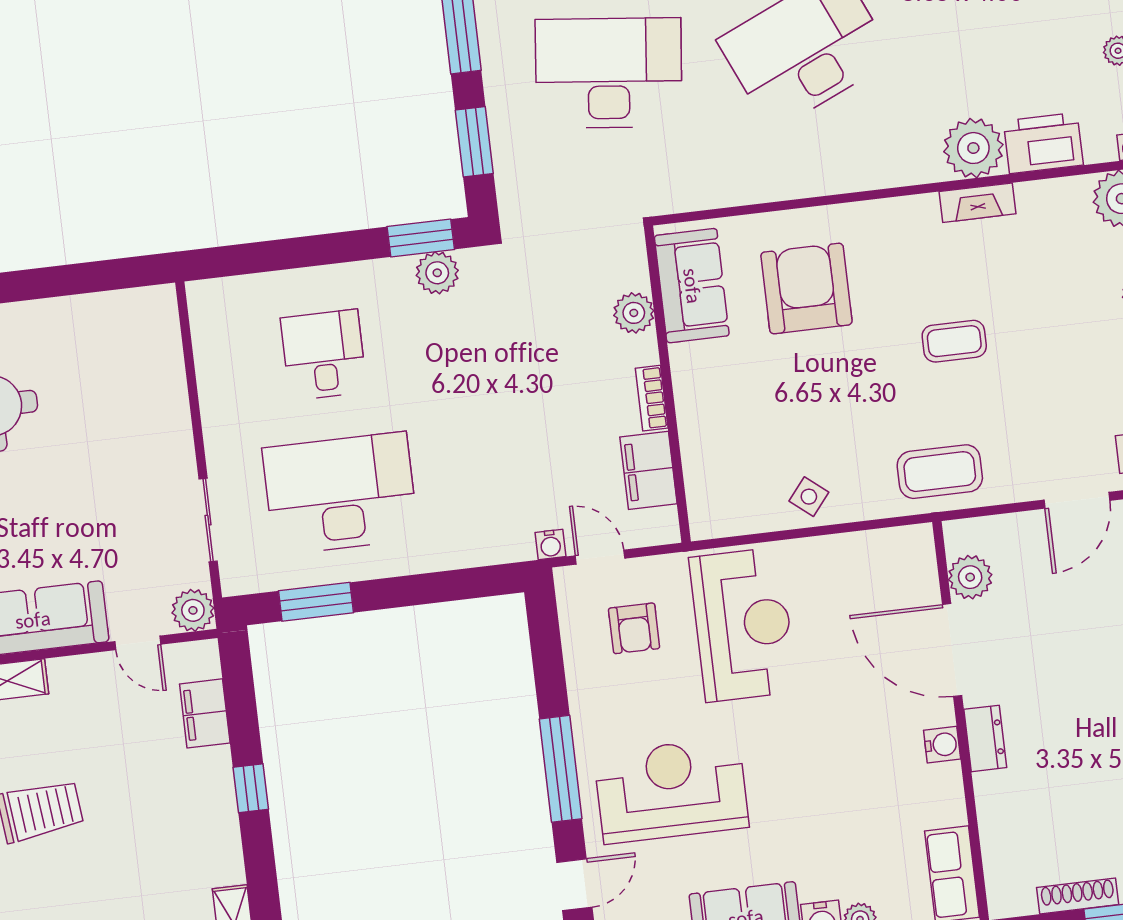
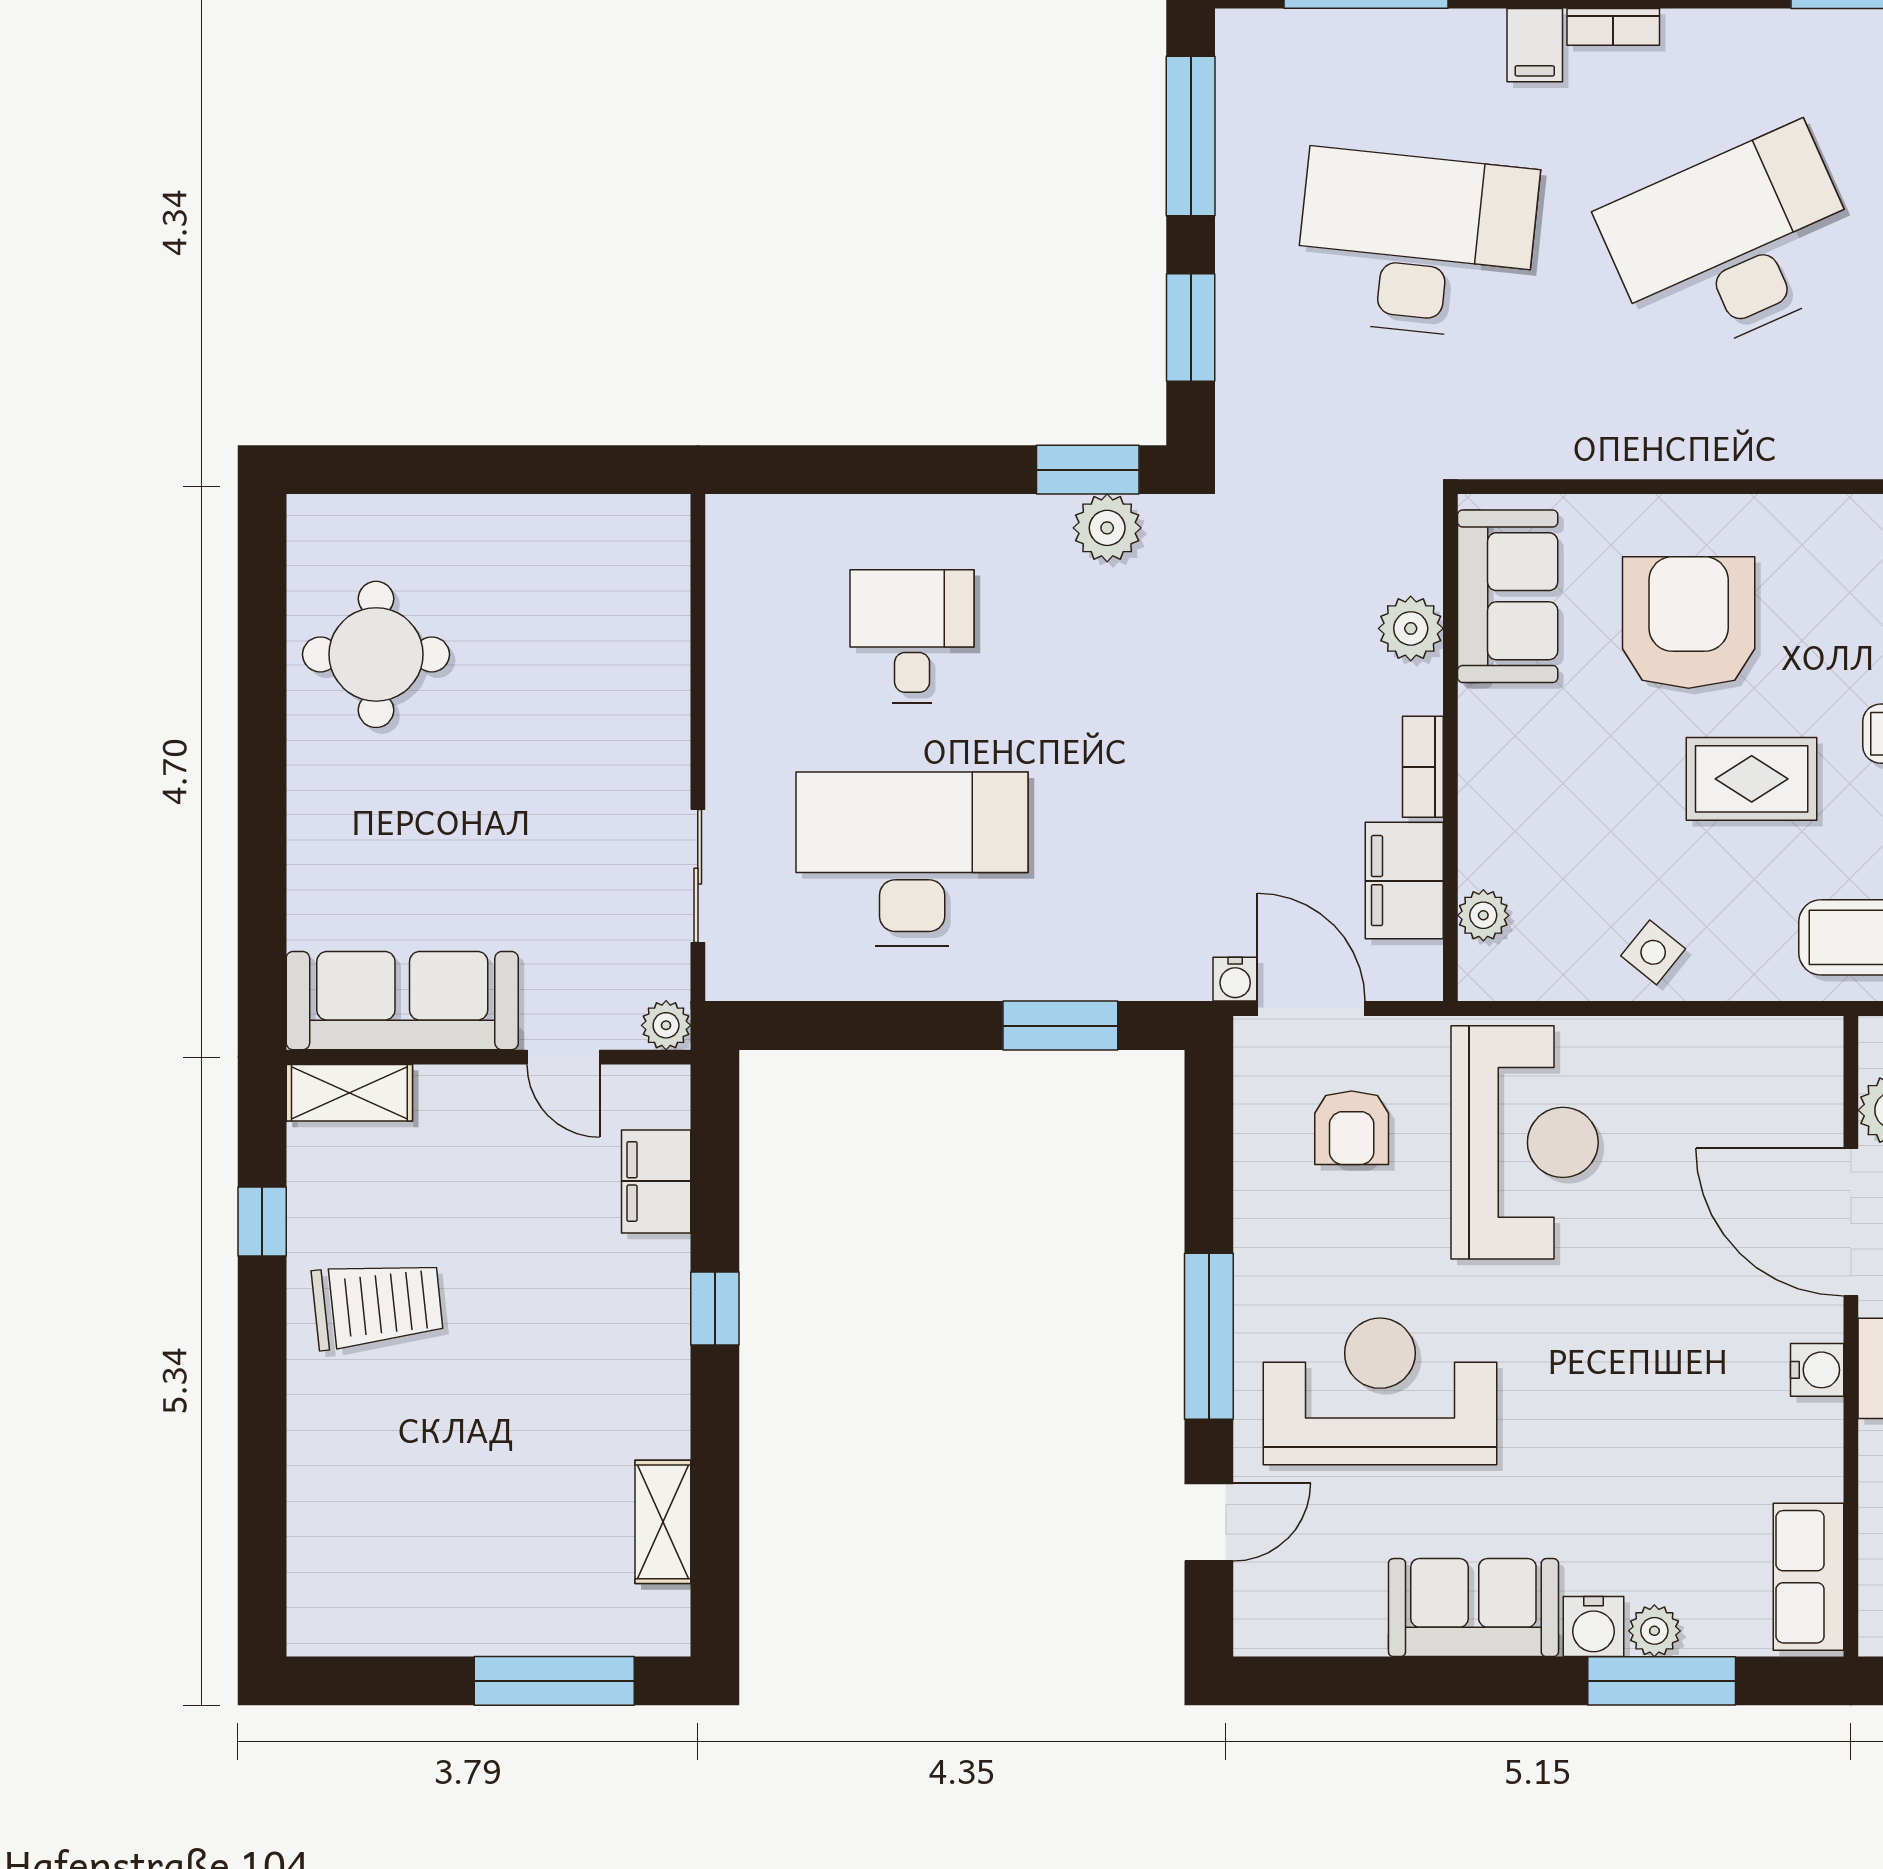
rug: (857, 381) -> (1752, 779), added
plant: (700, 486) -> (1483, 915), added
door: (600, 557) -> (1311, 1009), width x1.38
window: (316, 602) -> (1060, 1026), moved
plant: (193, 610) -> (666, 1025), width x0.73, depth x0.73

